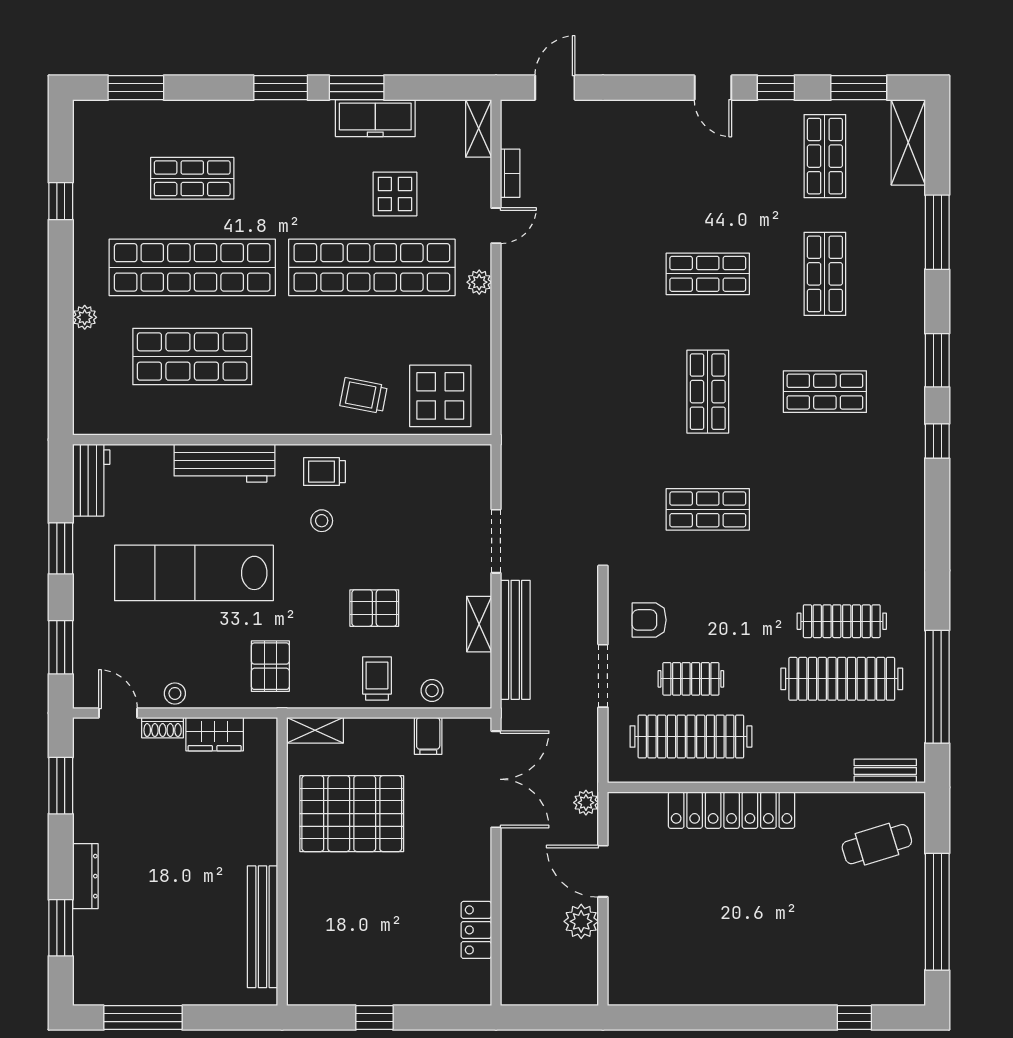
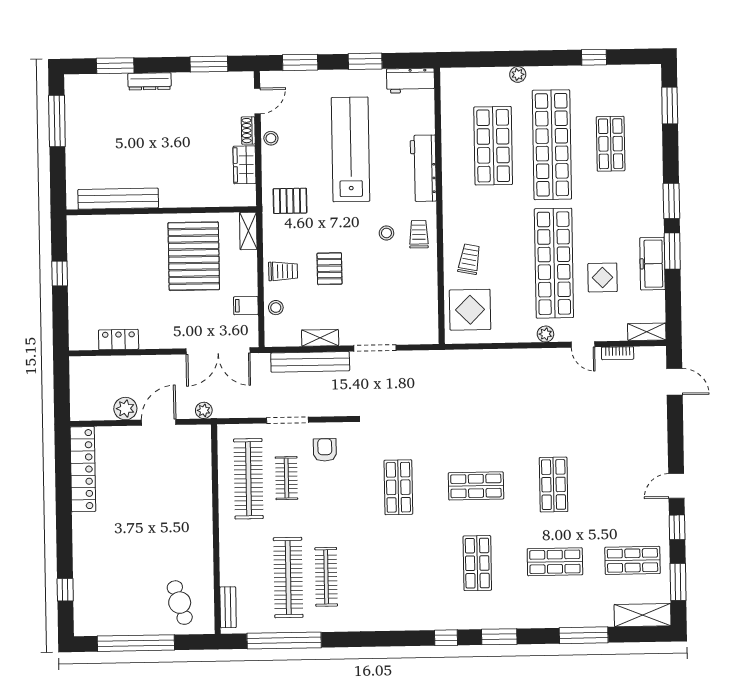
locker: (732, 810) -> (83, 469), moved, turned 180

